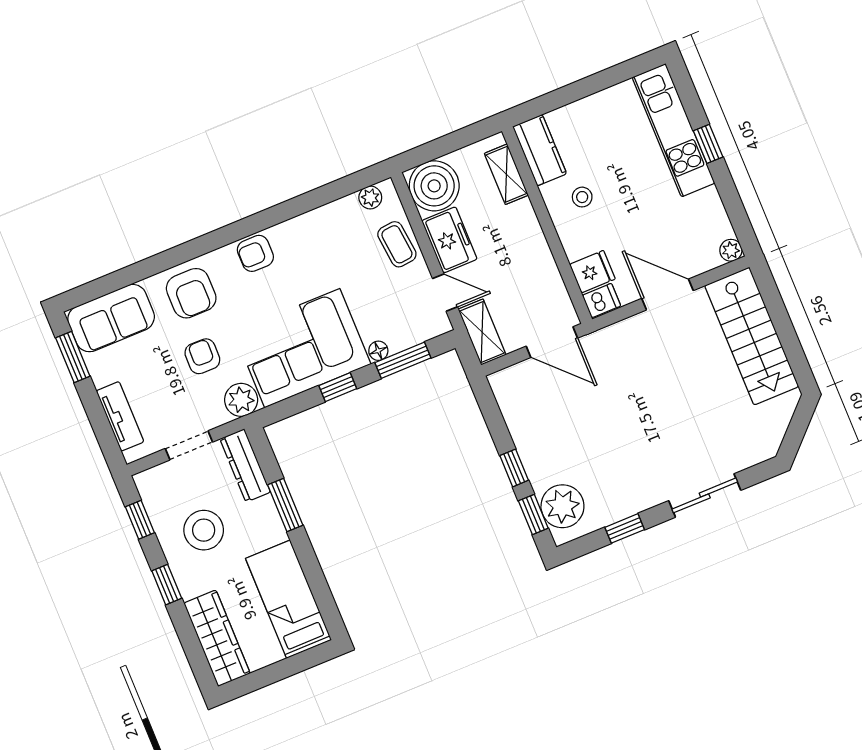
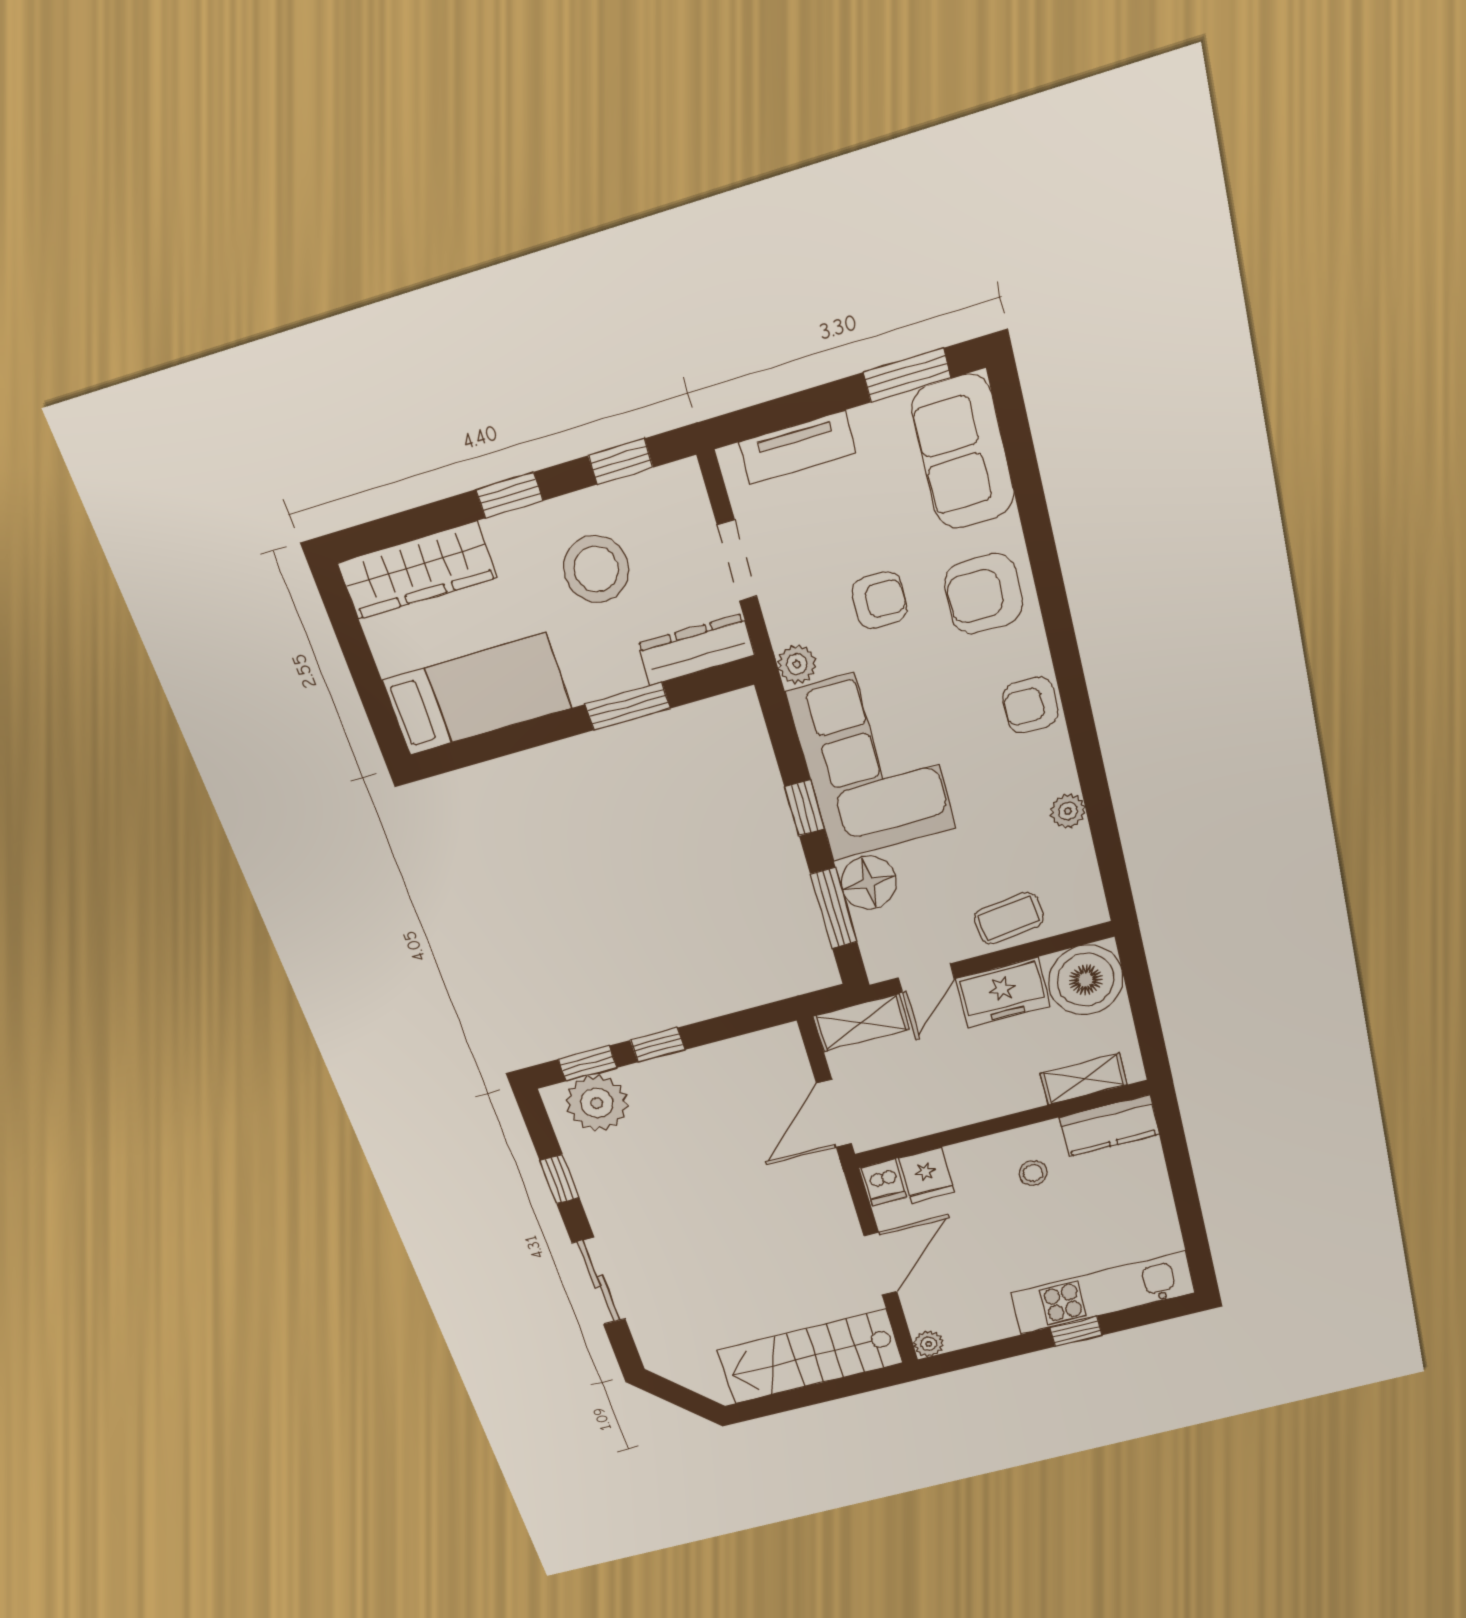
plant: (370, 197) -> (1068, 811), moved
armchair: (255, 253) -> (1030, 705), turned -90
floor lamp: (378, 351) -> (869, 883), width x1.89, depth x1.89
plant: (241, 400) -> (797, 664), width x0.73, depth x0.73

